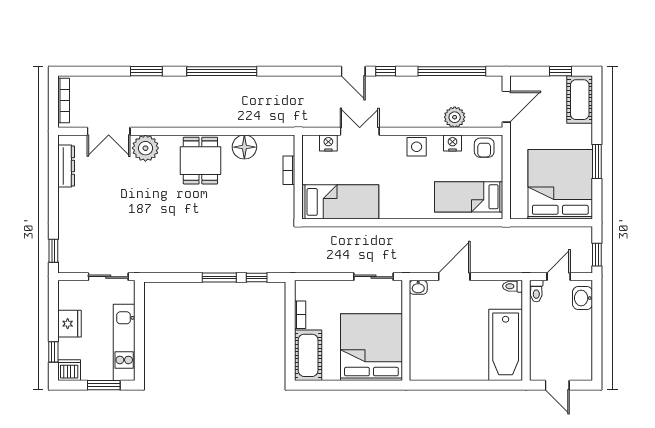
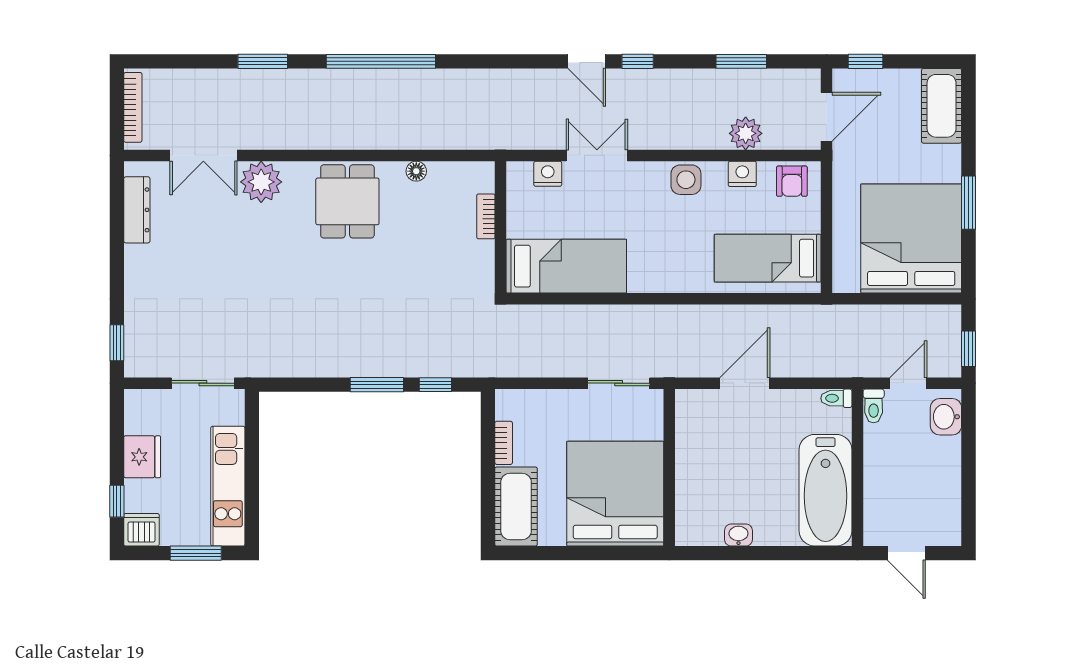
window: (452, 71) -> (741, 61), width x0.47
window: (560, 71) -> (866, 61), moved
floor lamp: (244, 147) -> (416, 171), width x0.53, depth x0.53
washbasin: (418, 287) -> (738, 535), moved, turned 180

